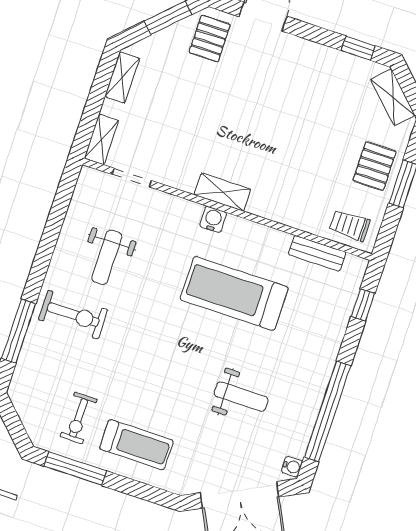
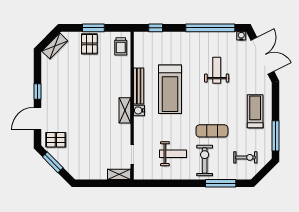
window: (358, 48) -> (37, 92), moved
shelving: (122, 77) -> (87, 174), removed
pallet: (375, 166) -> (89, 44), turned 90
bench: (317, 253) -> (139, 86), moved, width x1.36
exercise mat: (126, 348) -> (212, 131), added
exercise bike: (79, 418) -> (245, 157), moved

